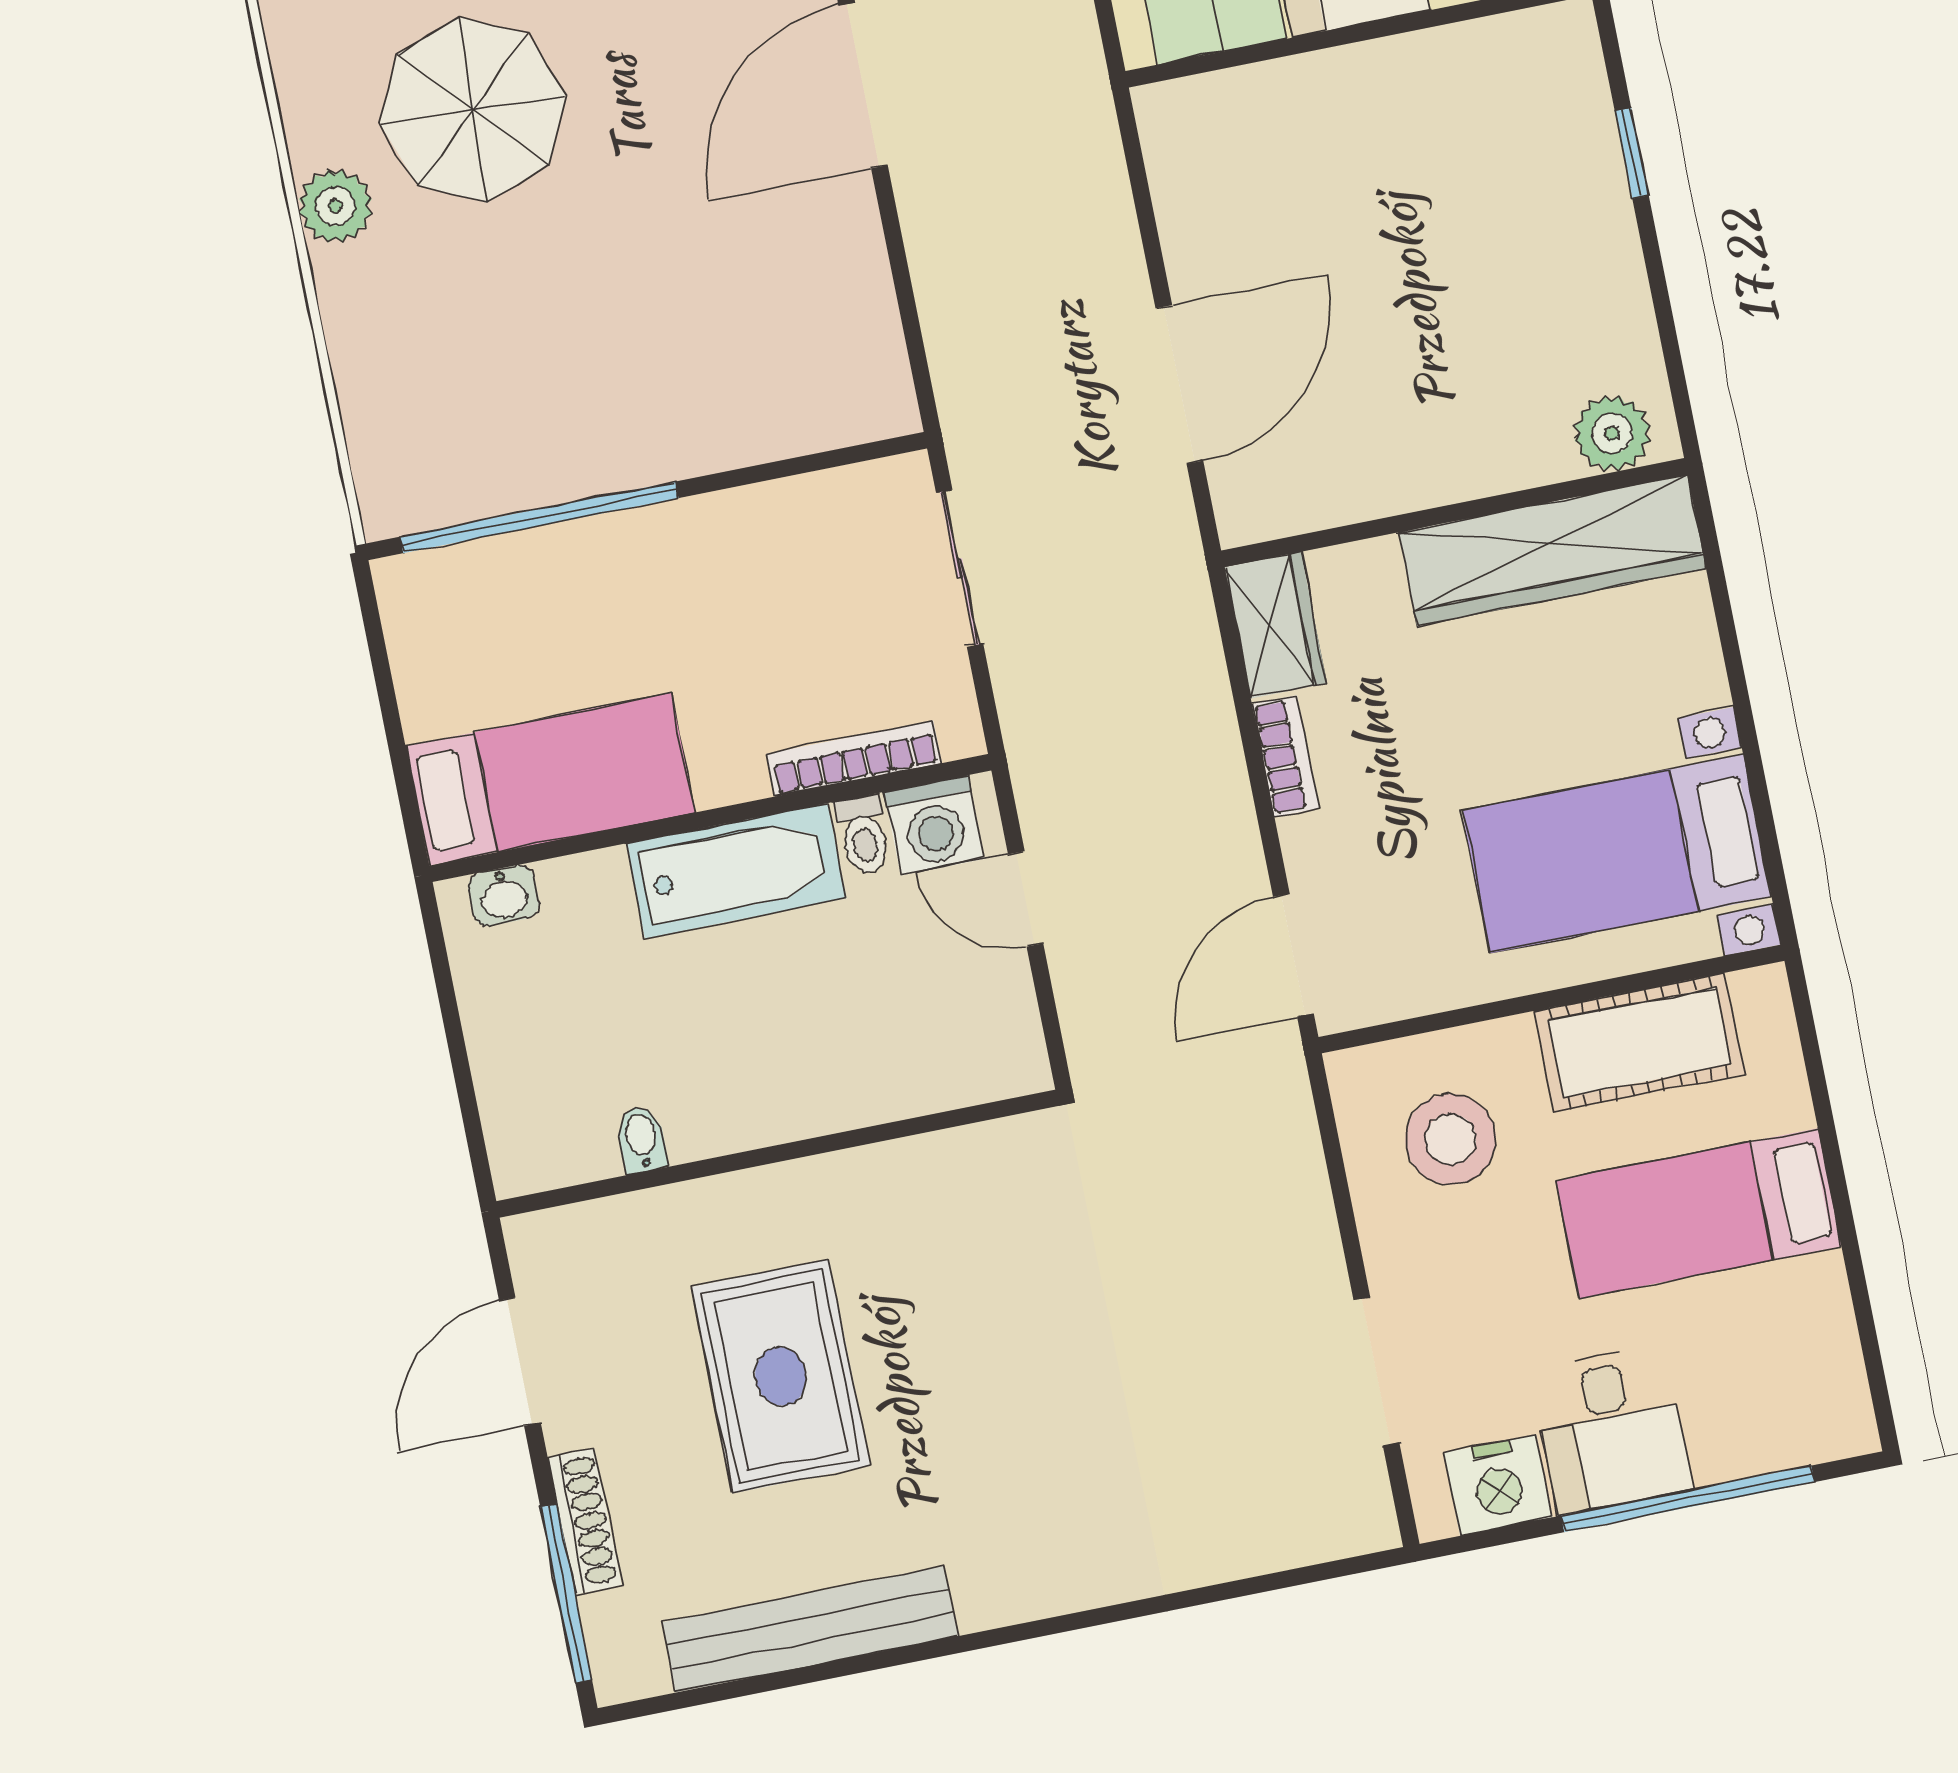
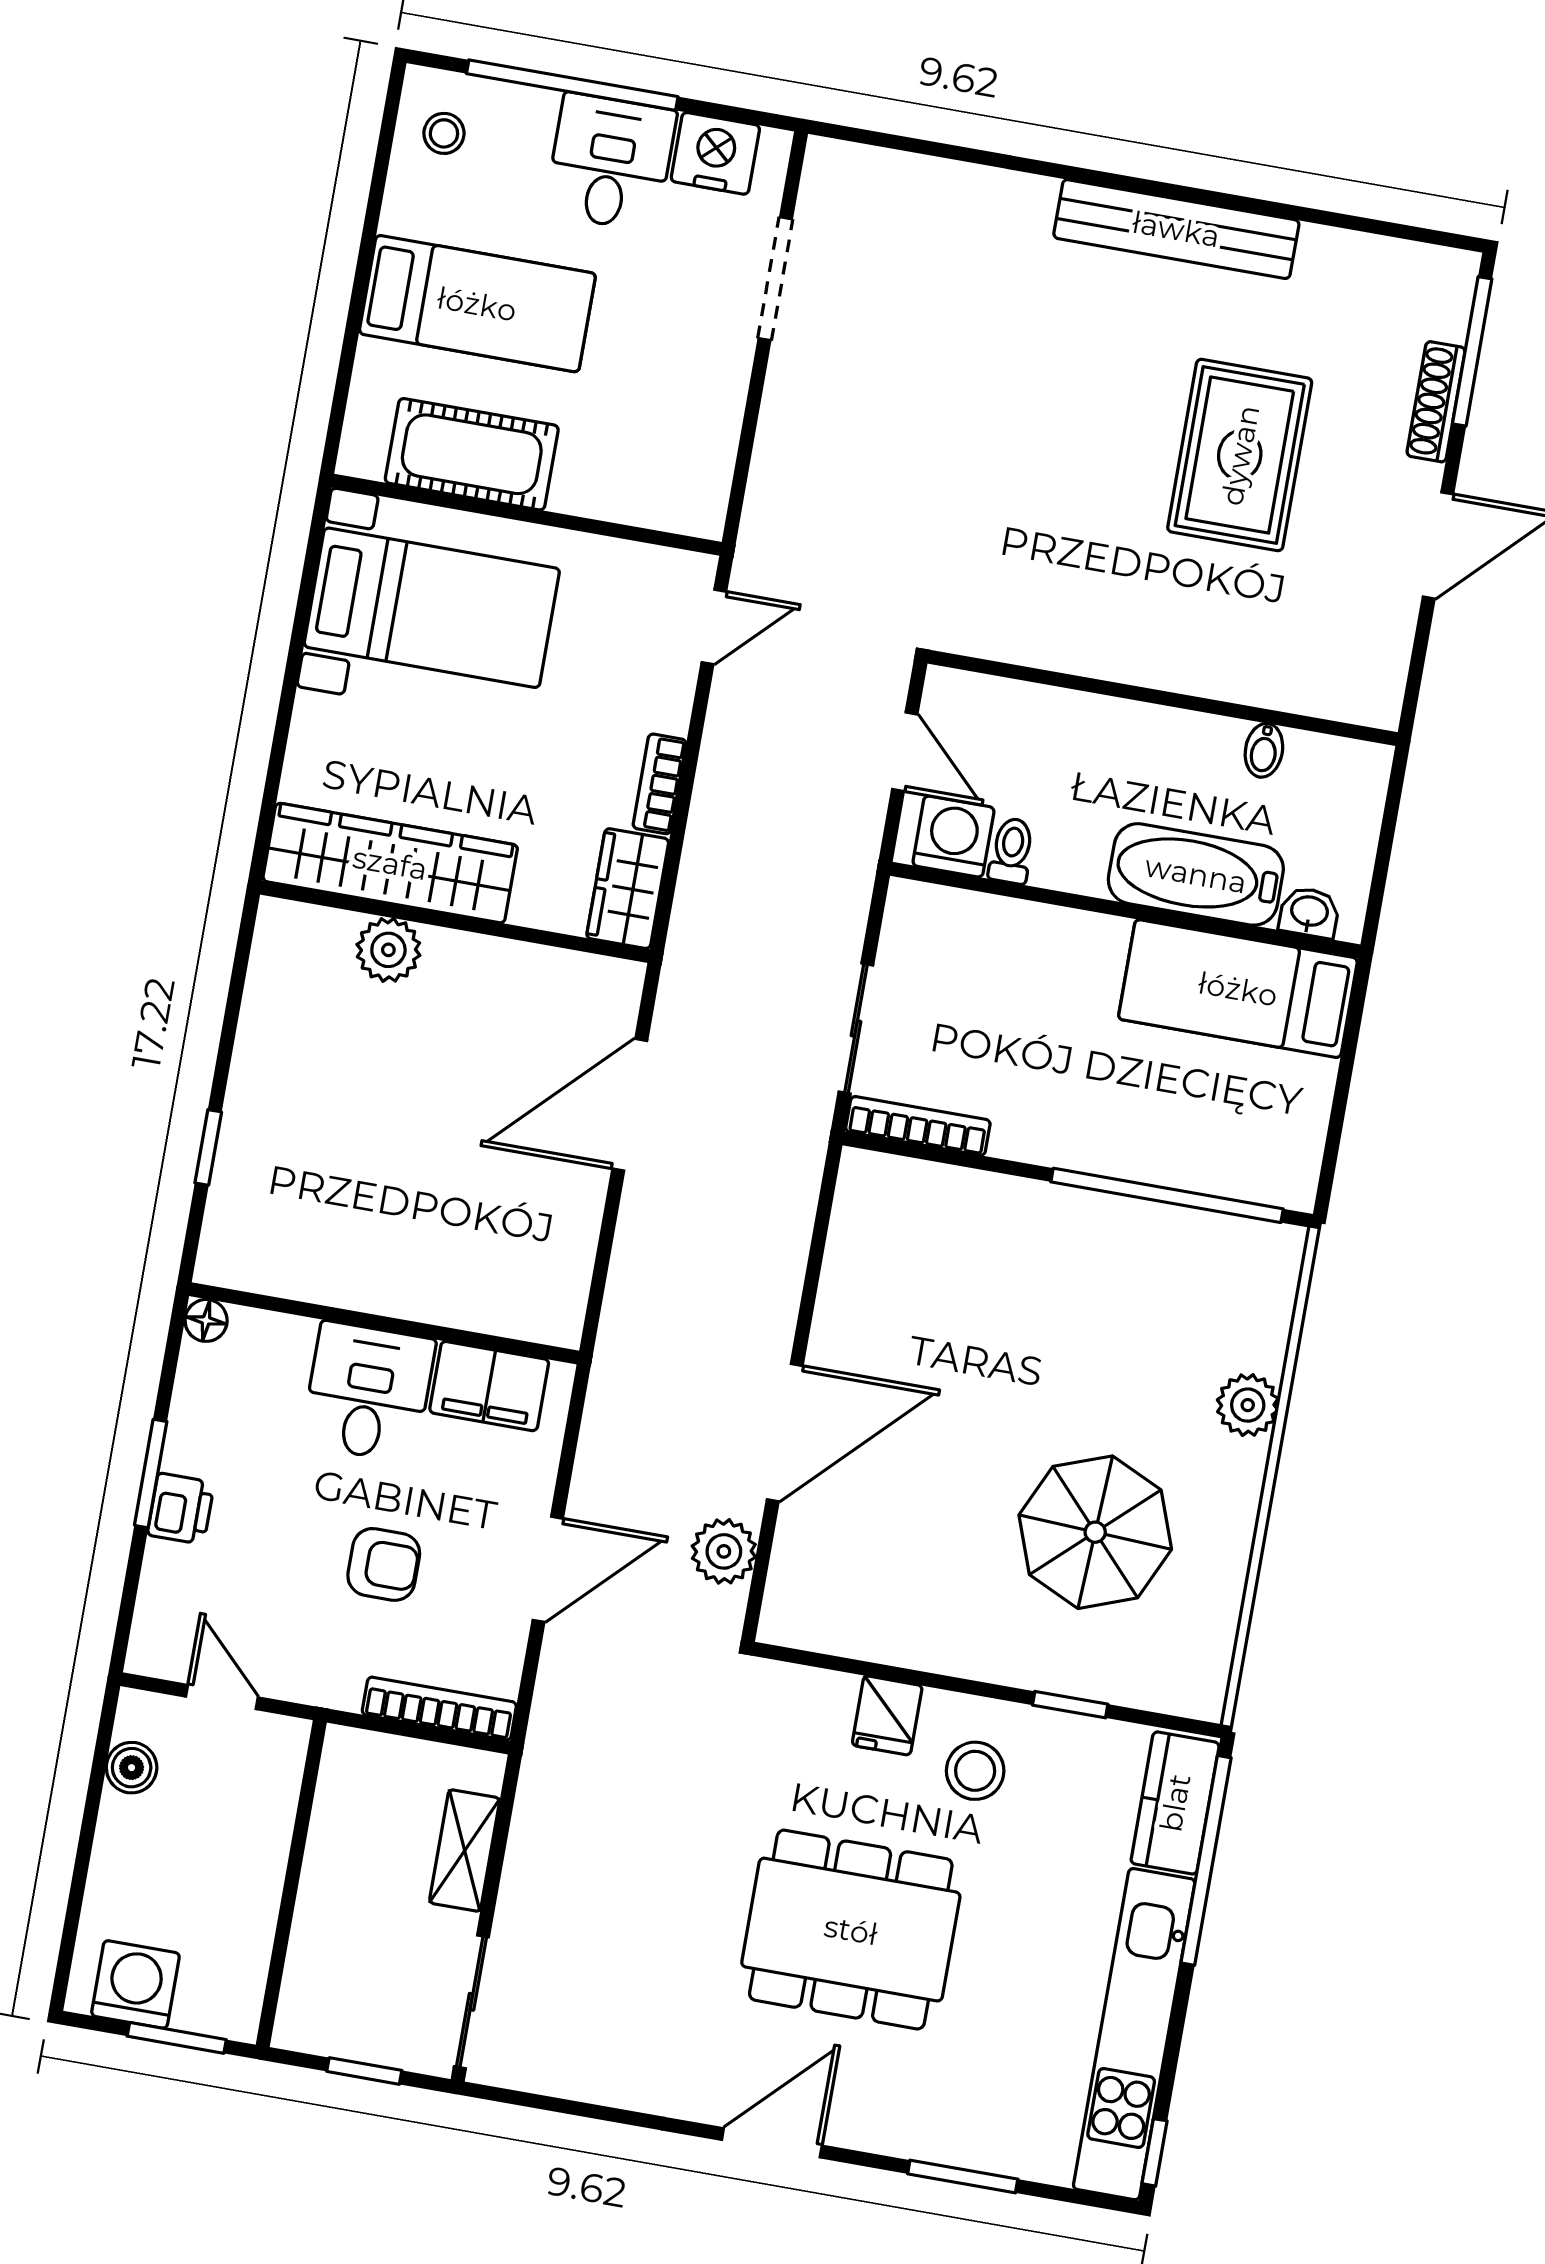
plant: (335, 206) -> (1248, 1405), moved
plant: (1612, 433) -> (388, 950), moved
bookcase: (854, 758) -> (918, 1126), moved, turned 180
bathtub: (736, 871) -> (1196, 874), moved
door: (1293, 955) -> (714, 627), width x0.73
bidet: (641, 1139) -> (1264, 750), moved
stool: (1451, 1139) -> (444, 133), moved, width x0.53, depth x0.53
wall: (777, 1154) -> (1163, 698), moved
bench: (810, 1629) -> (1176, 229), moved

